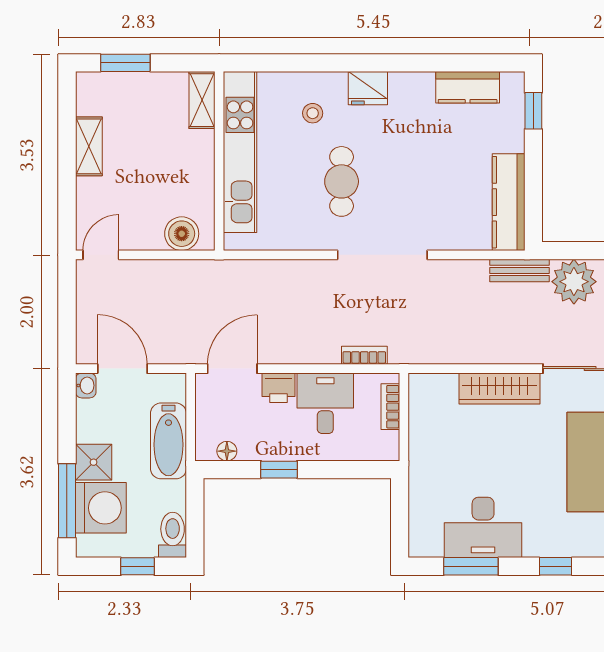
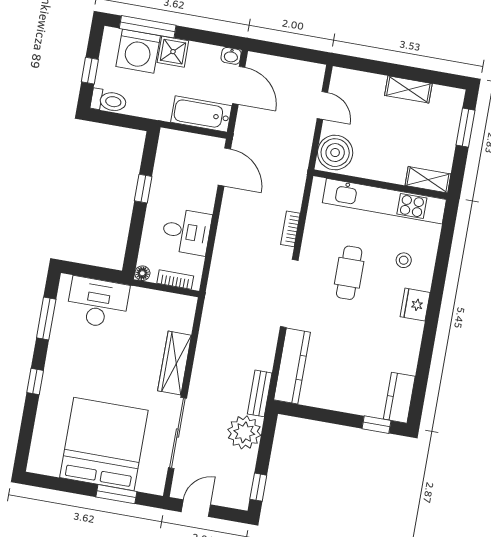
kitchen counter: (468, 87) -> (399, 398), moved
cafe table: (342, 181) -> (349, 273), turned 90
kitchen counter: (509, 202) -> (292, 366), moved, turned 90
boiler: (182, 234) -> (335, 153), width x1.37, depth x1.37
door: (101, 255) -> (322, 105), moved
bookcase: (364, 355) -> (290, 229), moved, turned 180
door: (122, 369) -> (239, 85), hinge flipped
printer: (279, 388) -> (204, 199), removed
bathtub: (168, 441) -> (201, 114), moved
floor lamp: (227, 451) -> (142, 273), moved
desk: (483, 527) -> (98, 303), moved, turned 90

